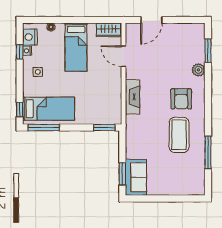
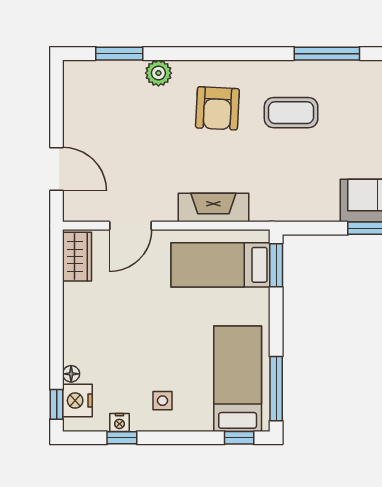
window: (36, 20) -> (57, 404), added
nightstand: (30, 37) -> (77, 401), moved, turned 90
bed: (76, 47) -> (220, 265), moved, turned 180
armchair: (181, 99) -> (217, 108), turned 93
coffee table: (179, 135) -> (291, 113), width x0.73, depth x0.76

